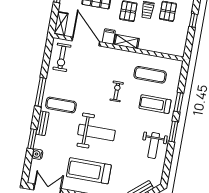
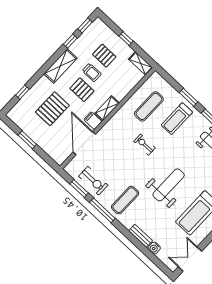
shelving: (61, 24) -> (141, 63), moved
door: (86, 41) -> (84, 143), hinge flipped
exercise bike: (62, 57) -> (93, 181), moved
bench: (42, 123) -> (141, 236), moved
window: (32, 139) -> (79, 189), moved

